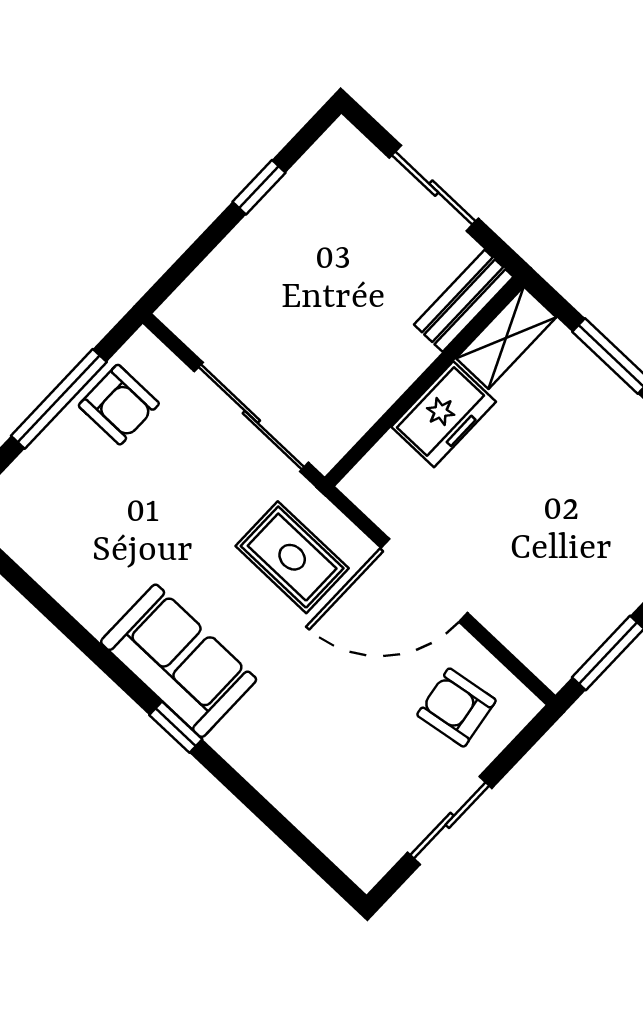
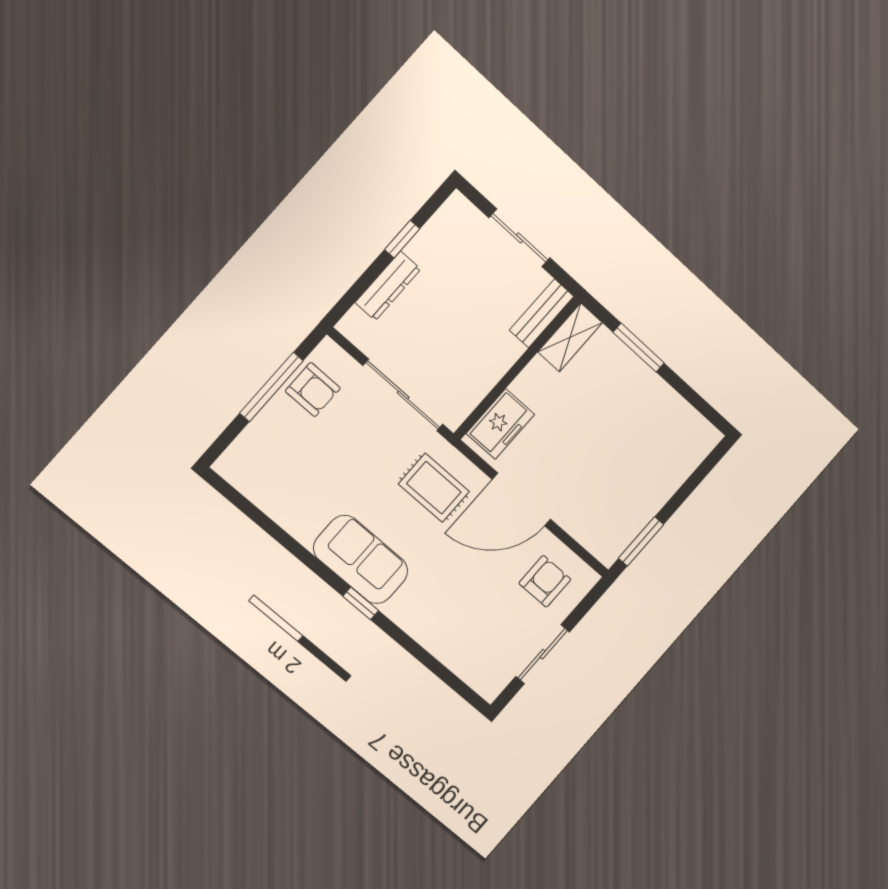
dresser: (235, 255) -> (388, 286), added
freezer: (444, 414) -> (500, 424), moved
armchair: (456, 708) -> (545, 581), turned 99

